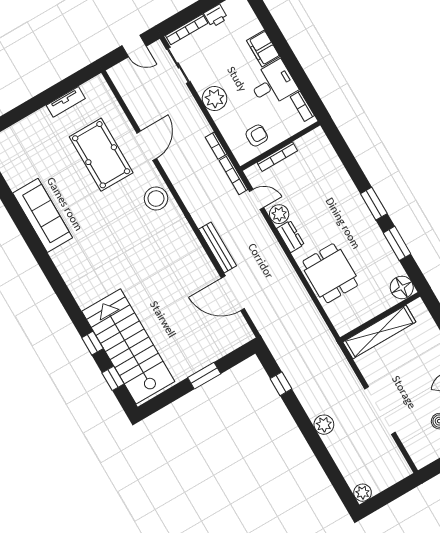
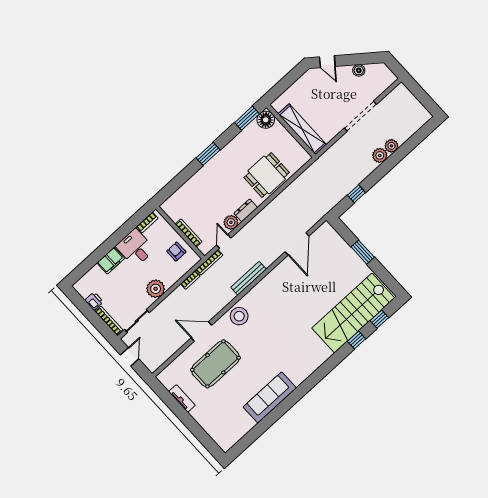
window: (397, 243) -> (247, 118), moved
bench: (217, 248) -> (249, 278), moved
plant: (363, 493) -> (391, 146), moved

